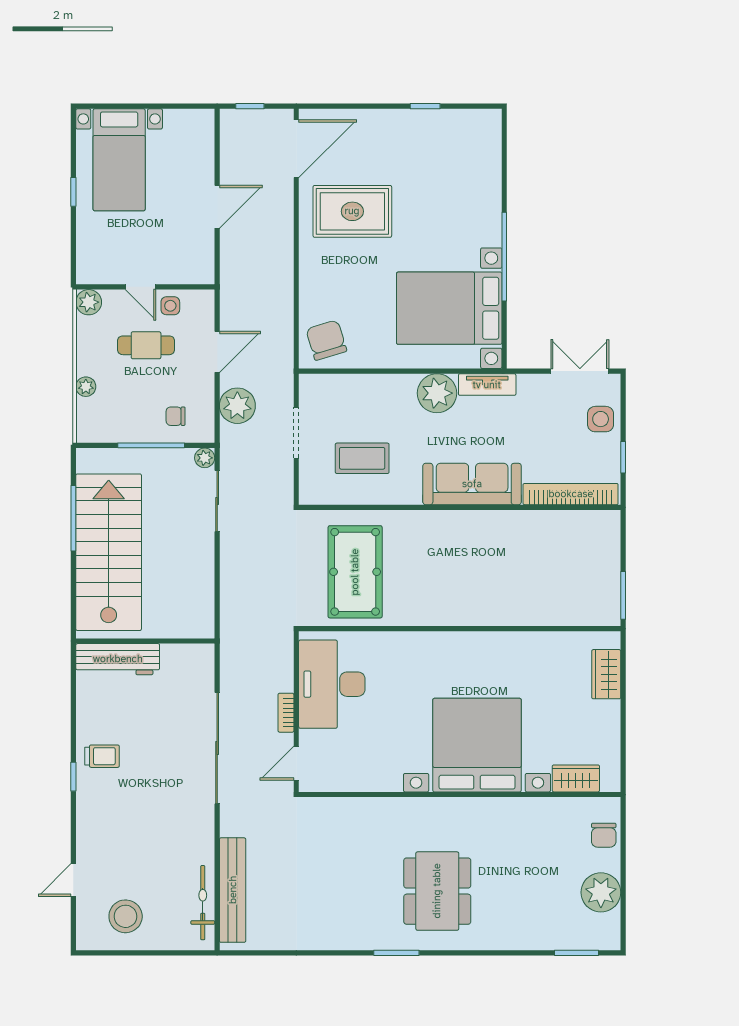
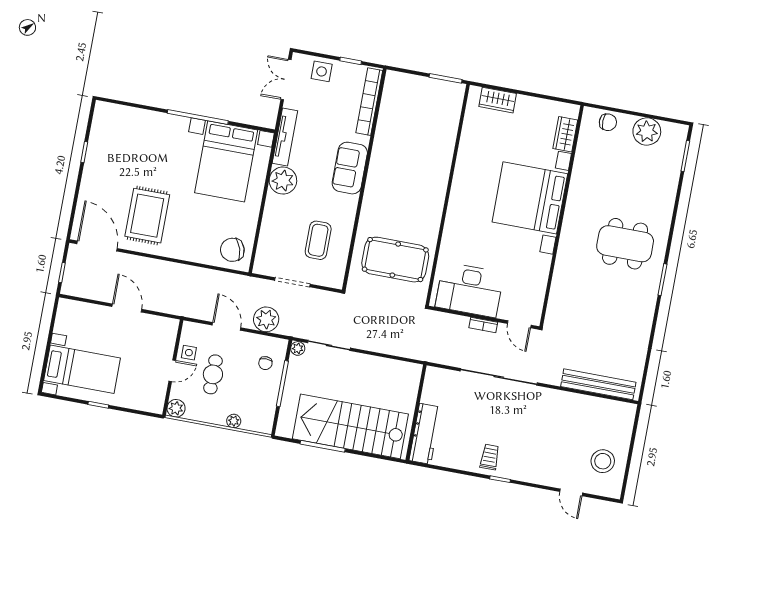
tv unit: (487, 385) -> (285, 137), width x1.41
sofa: (472, 484) -> (350, 168), width x0.73
bicycle: (203, 903) -> (603, 406), removed

